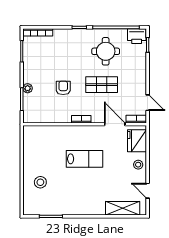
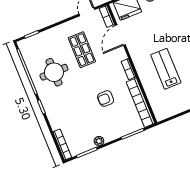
printer: (137, 36) -> (27, 48), removed
shop shelf: (102, 85) -> (82, 50), moved
plant: (28, 88) -> (99, 141), moved
bookcase: (47, 118) -> (140, 103), added
lab bench: (84, 159) -> (166, 69), moved

